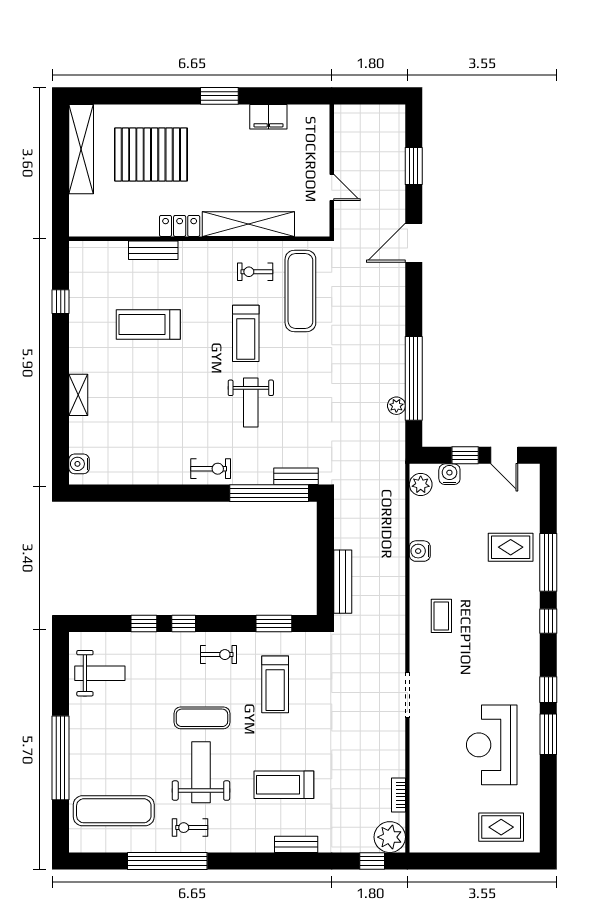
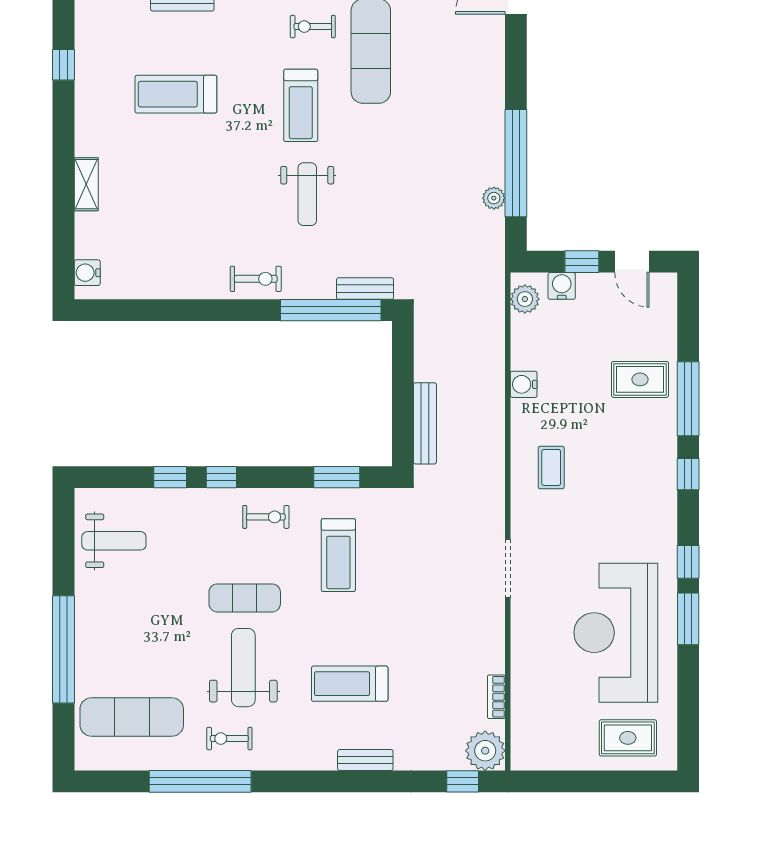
reception desk: (492, 745) -> (616, 633), width x1.36, depth x1.30

